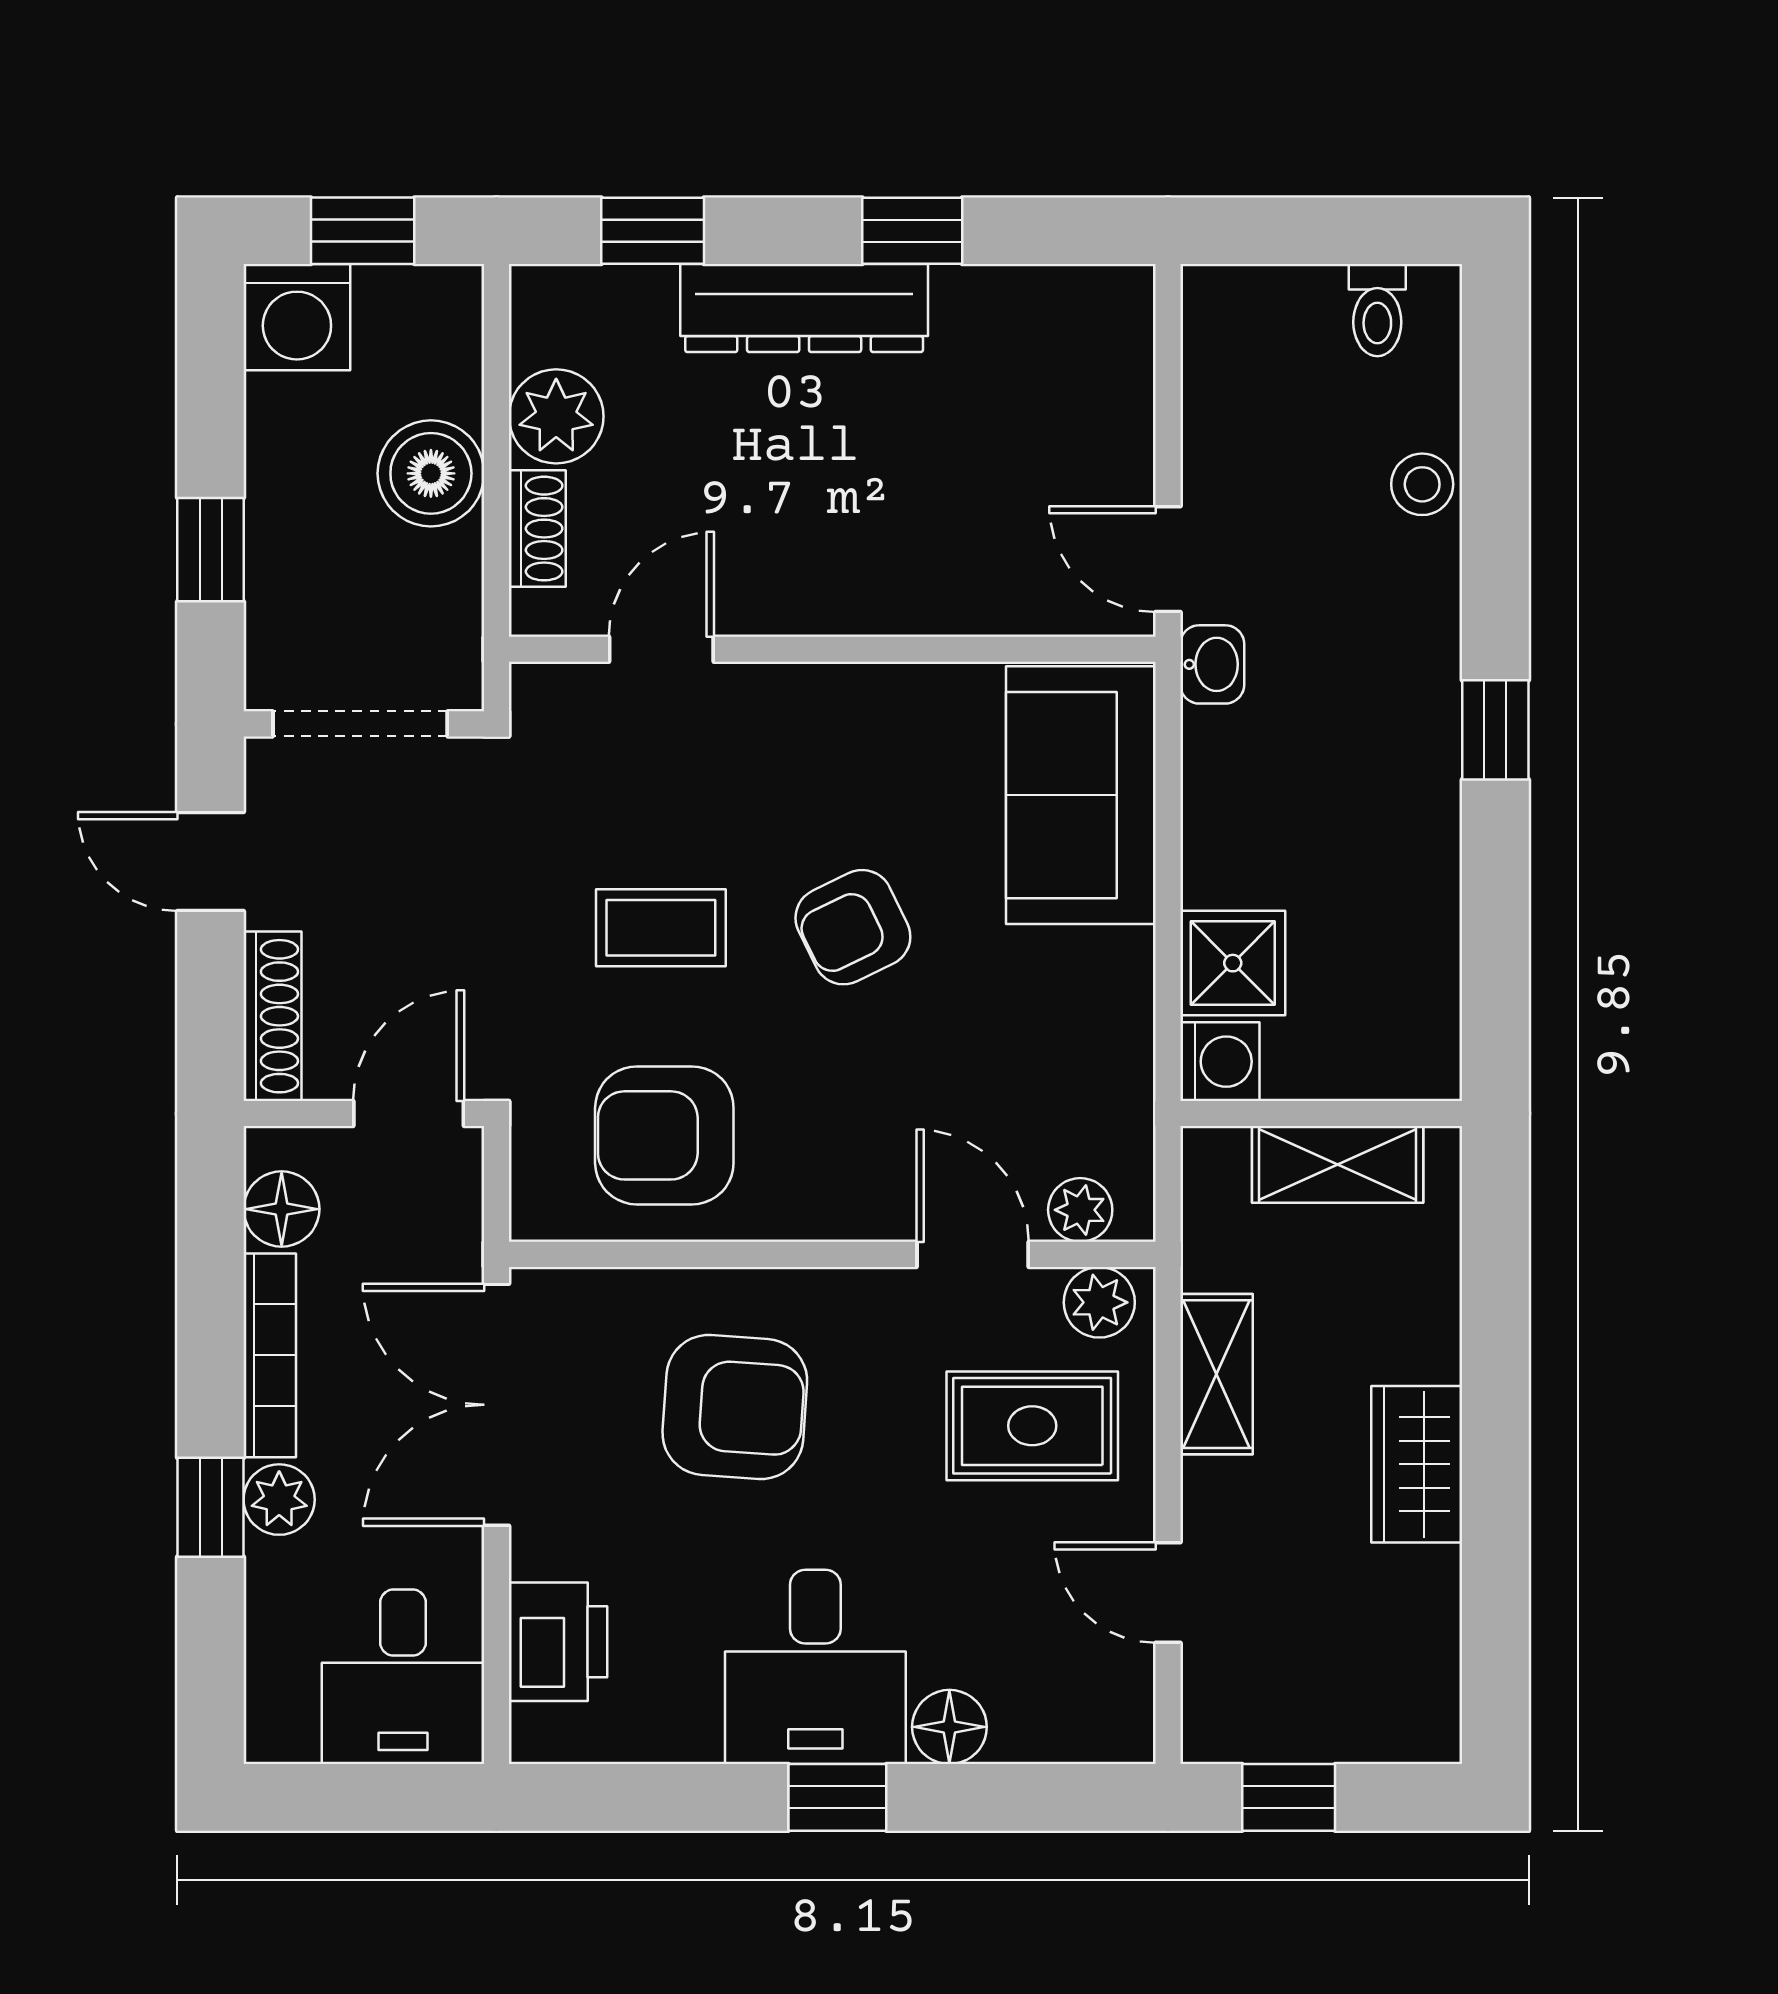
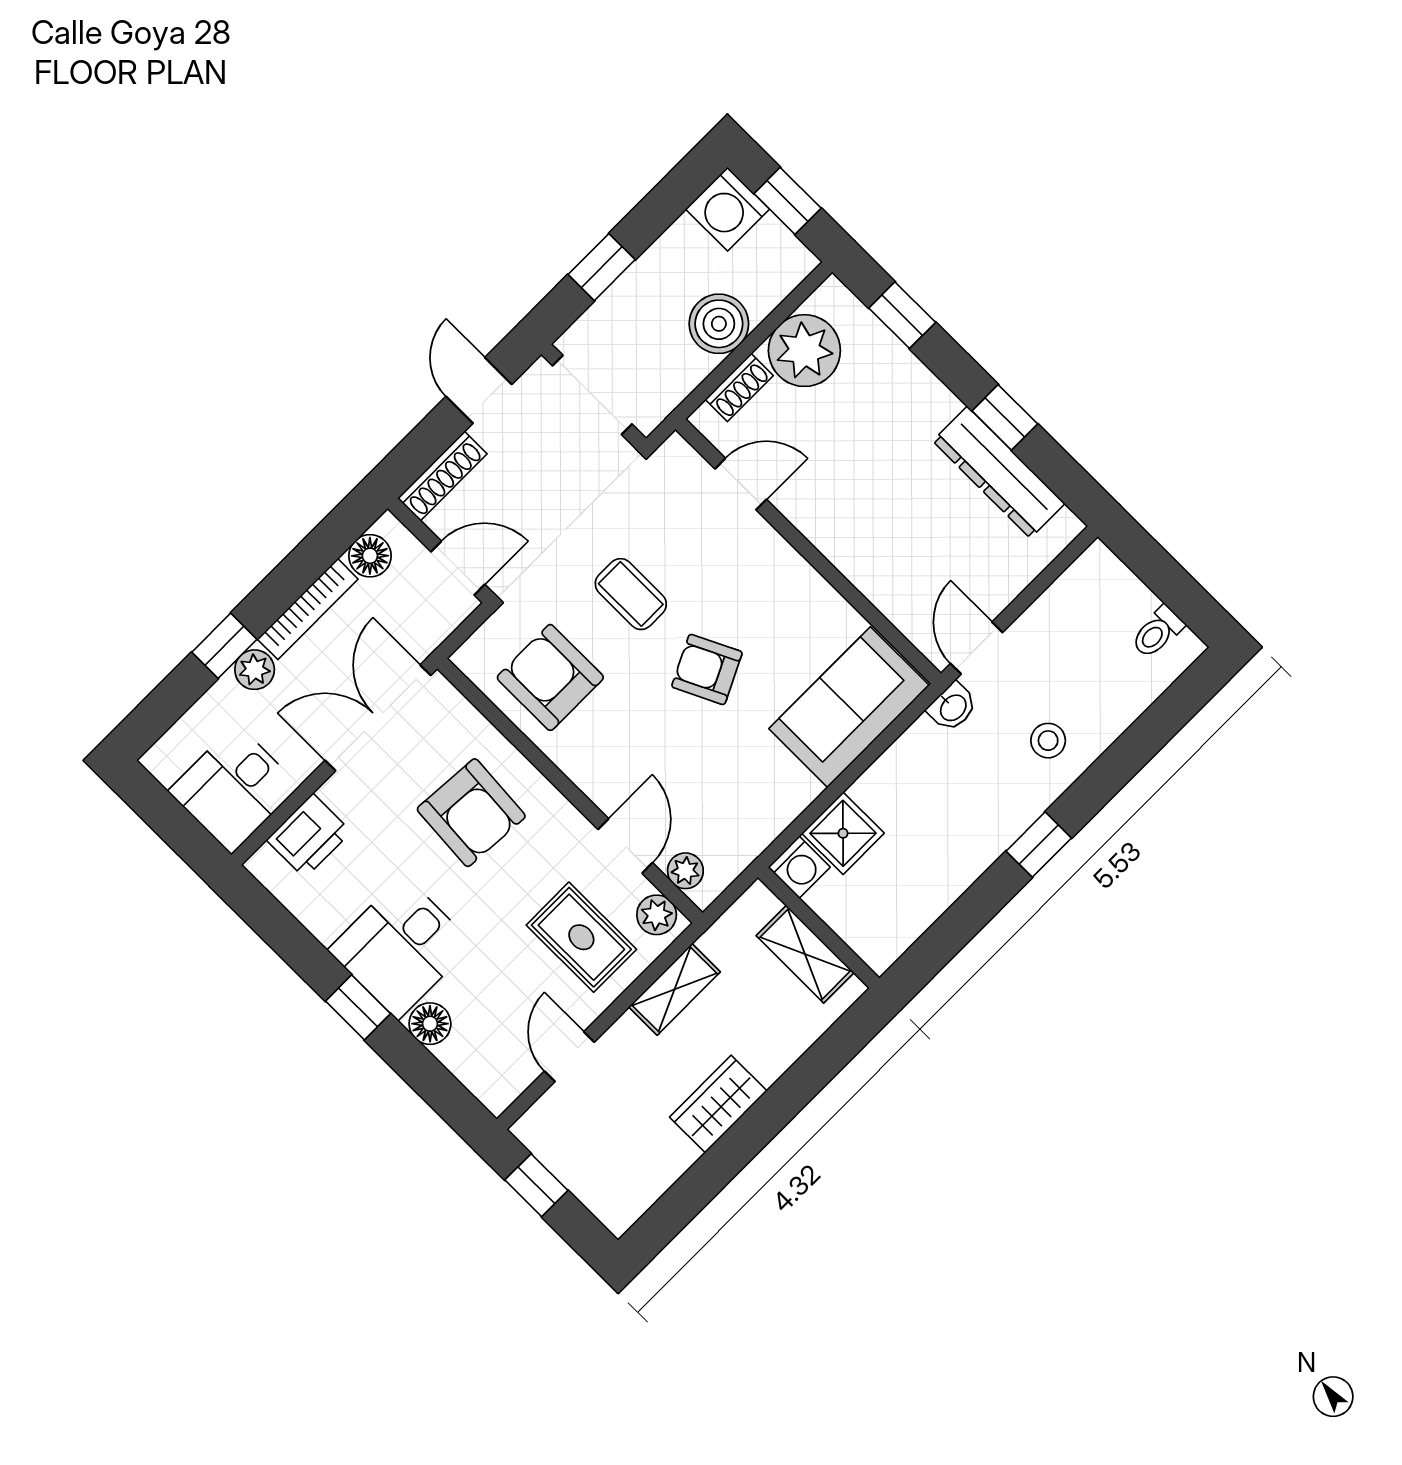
dresser: (804, 308) -> (999, 472), moved
plant: (556, 416) -> (804, 351), width x1.36, depth x1.36
stool: (1422, 484) -> (1048, 741), moved

